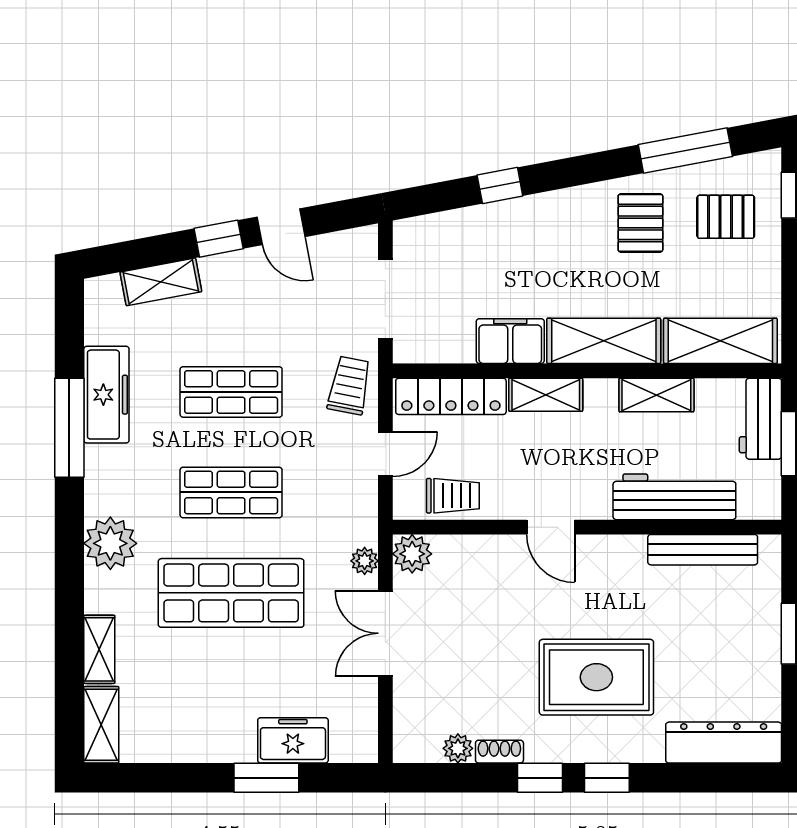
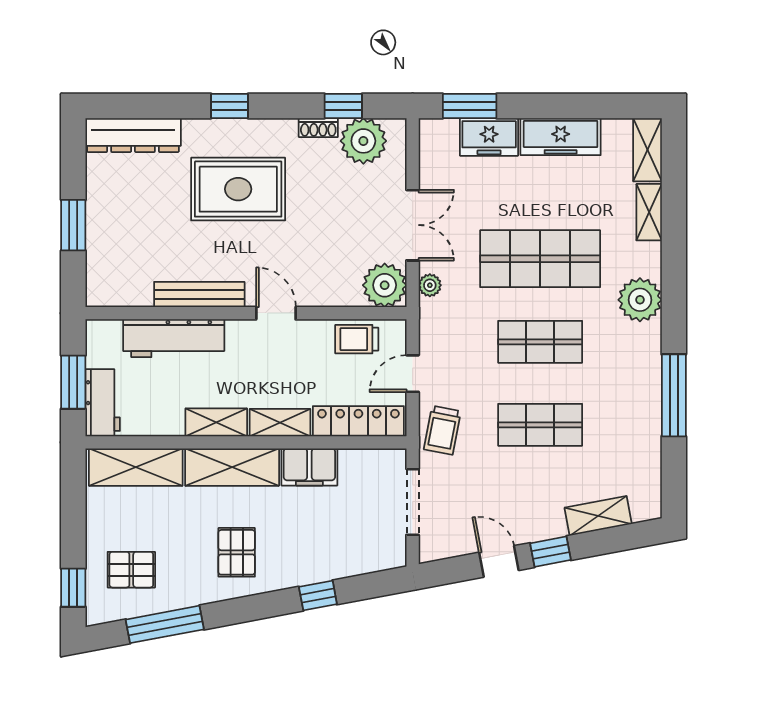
pallet: (640, 223) -> (237, 552), moved
freezer: (106, 395) -> (561, 137), moved, turned -90
shelving: (656, 395) -> (216, 422), moved
bench: (703, 550) -> (199, 294), moved
plant: (412, 554) -> (385, 285), width x1.36, depth x1.36
plant: (458, 748) -> (363, 141), width x1.87, depth x1.87
window: (266, 778) -> (470, 106), moved
window: (540, 778) -> (343, 106), moved

